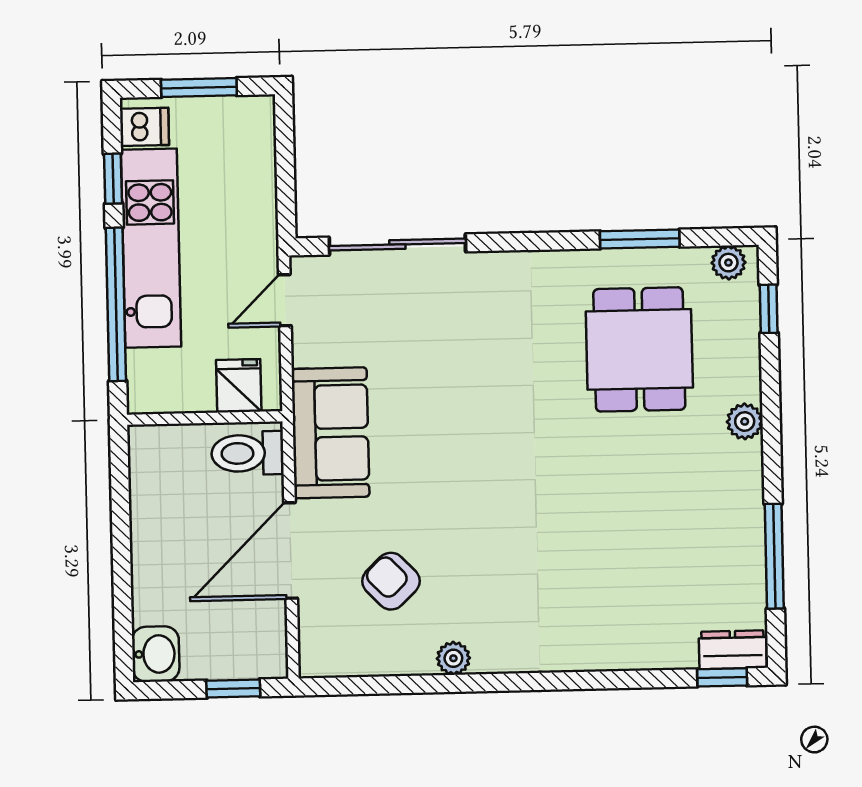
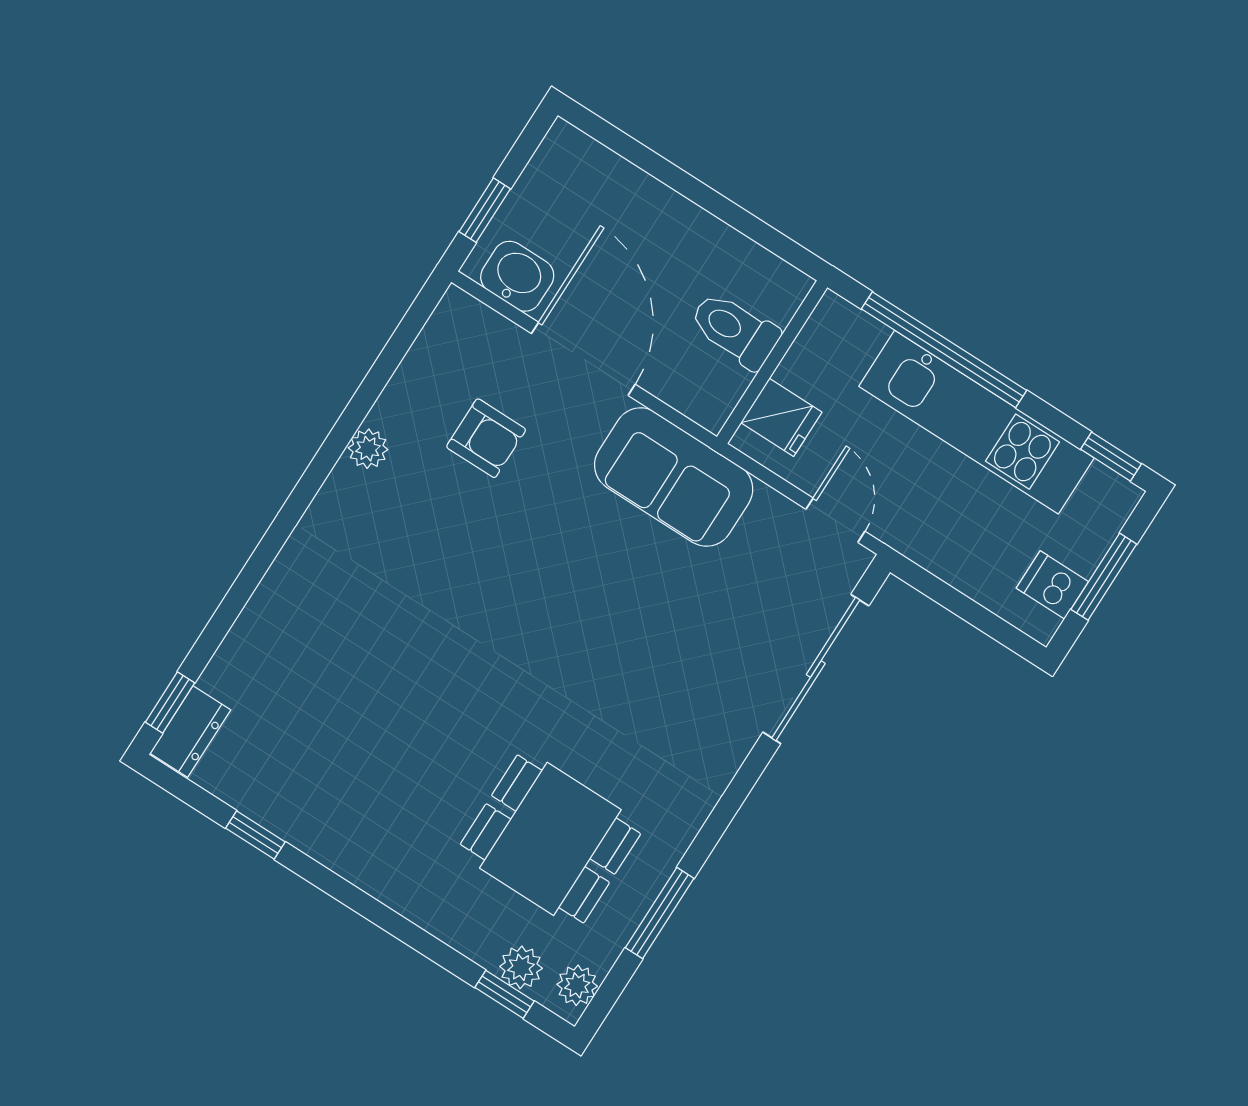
dishwasher: (144, 127) -> (1052, 585), moved, turned 90
window: (113, 179) -> (1111, 457), moved
plant: (745, 421) -> (521, 967), moved
toilet: (247, 453) -> (735, 330), moved, turned -90
window: (774, 556) -> (255, 835), width x0.46
armchair: (391, 581) -> (486, 438), turned 44
washbasin: (156, 654) -> (517, 276), moved, turned 180

